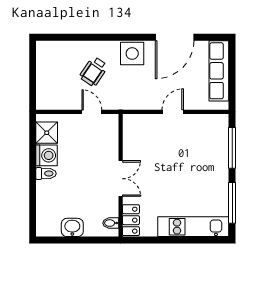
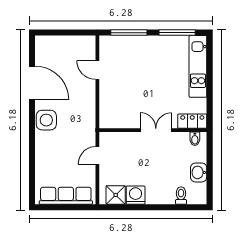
wheelchair: (94, 71) -> (62, 154), removed
row of seats: (219, 71) -> (66, 196), moved, turned 180
door: (173, 112) -> (97, 70), moved
toilet: (46, 173) -> (181, 196), moved

